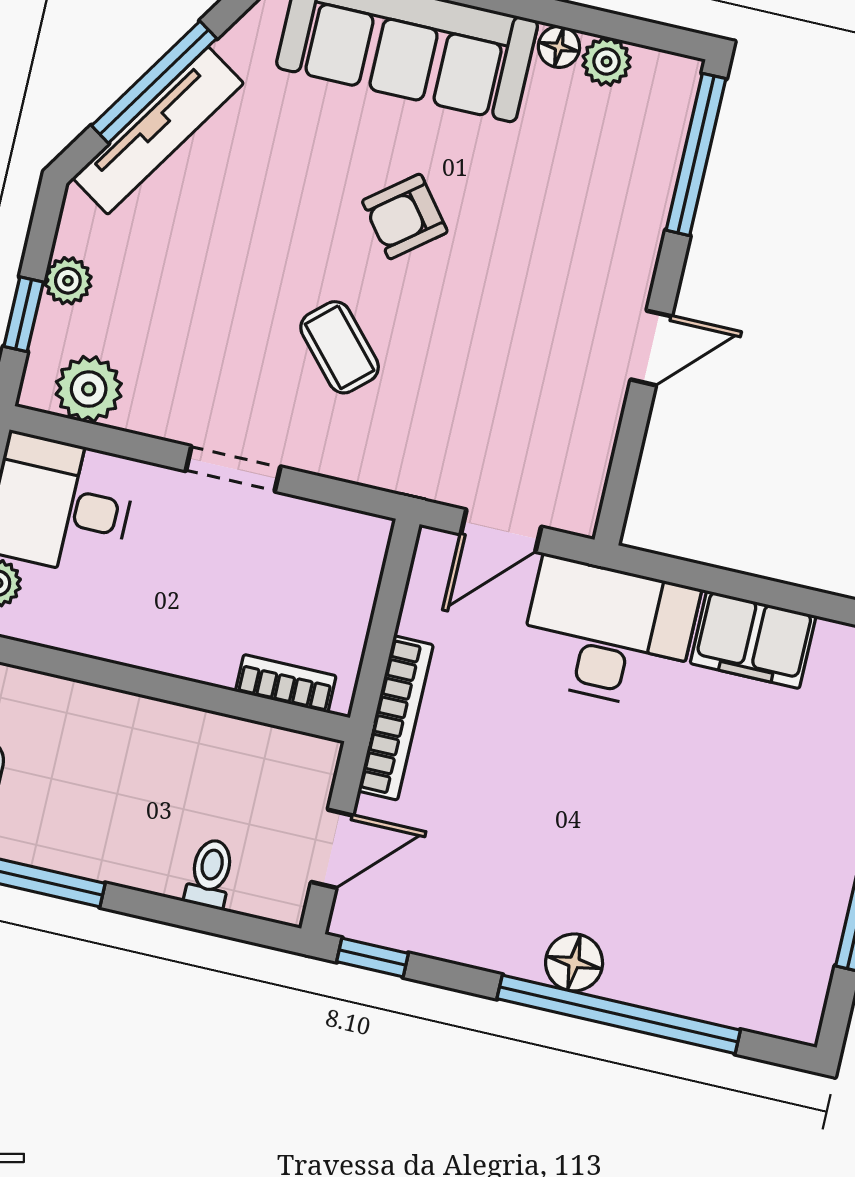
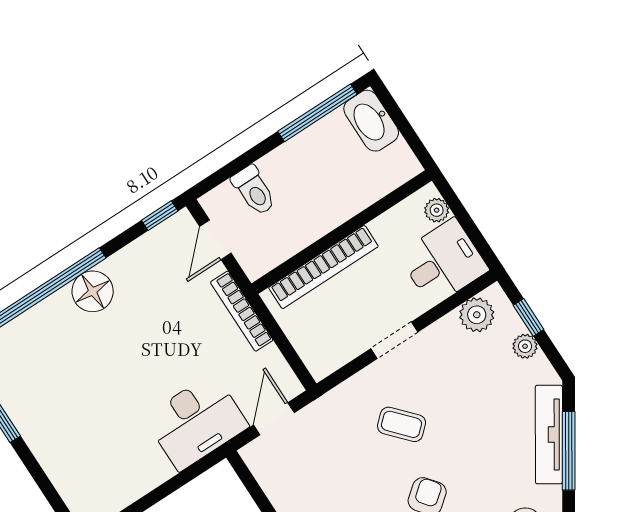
filing cabinet: (753, 640) -> (142, 474), removed
bookcase: (286, 684) -> (323, 267), width x2.31, depth x1.31
toilet: (210, 874) -> (254, 190), width x1.37, depth x1.39
floor lamp: (574, 962) -> (93, 291), width x1.38, depth x1.38

